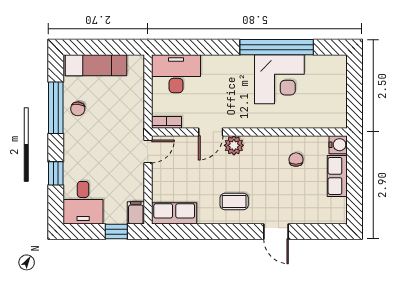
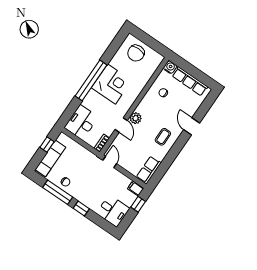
window: (112, 47) -> (47, 144), added
window: (277, 47) -> (91, 80), moved
corner desk: (279, 79) -> (112, 84), moved
chair: (325, 84) -> (136, 53), added
window: (56, 173) -> (81, 208), moved
row of seats: (337, 176) -> (190, 81), width x1.48
door: (276, 232) -> (192, 126), swing flipped

